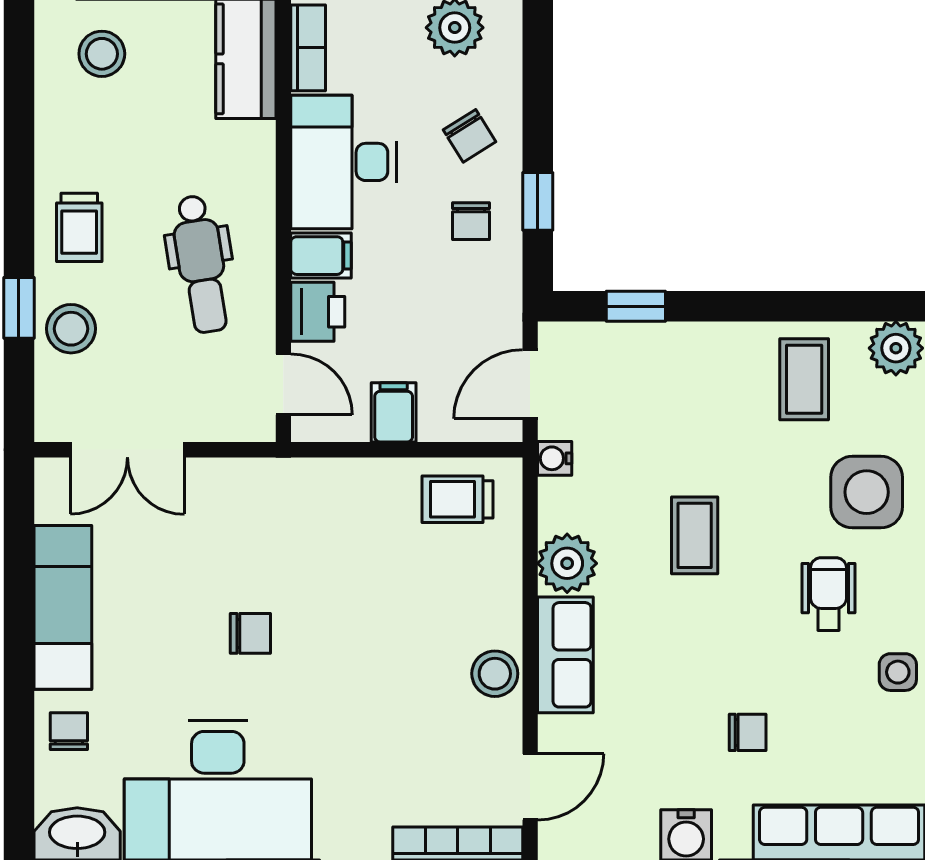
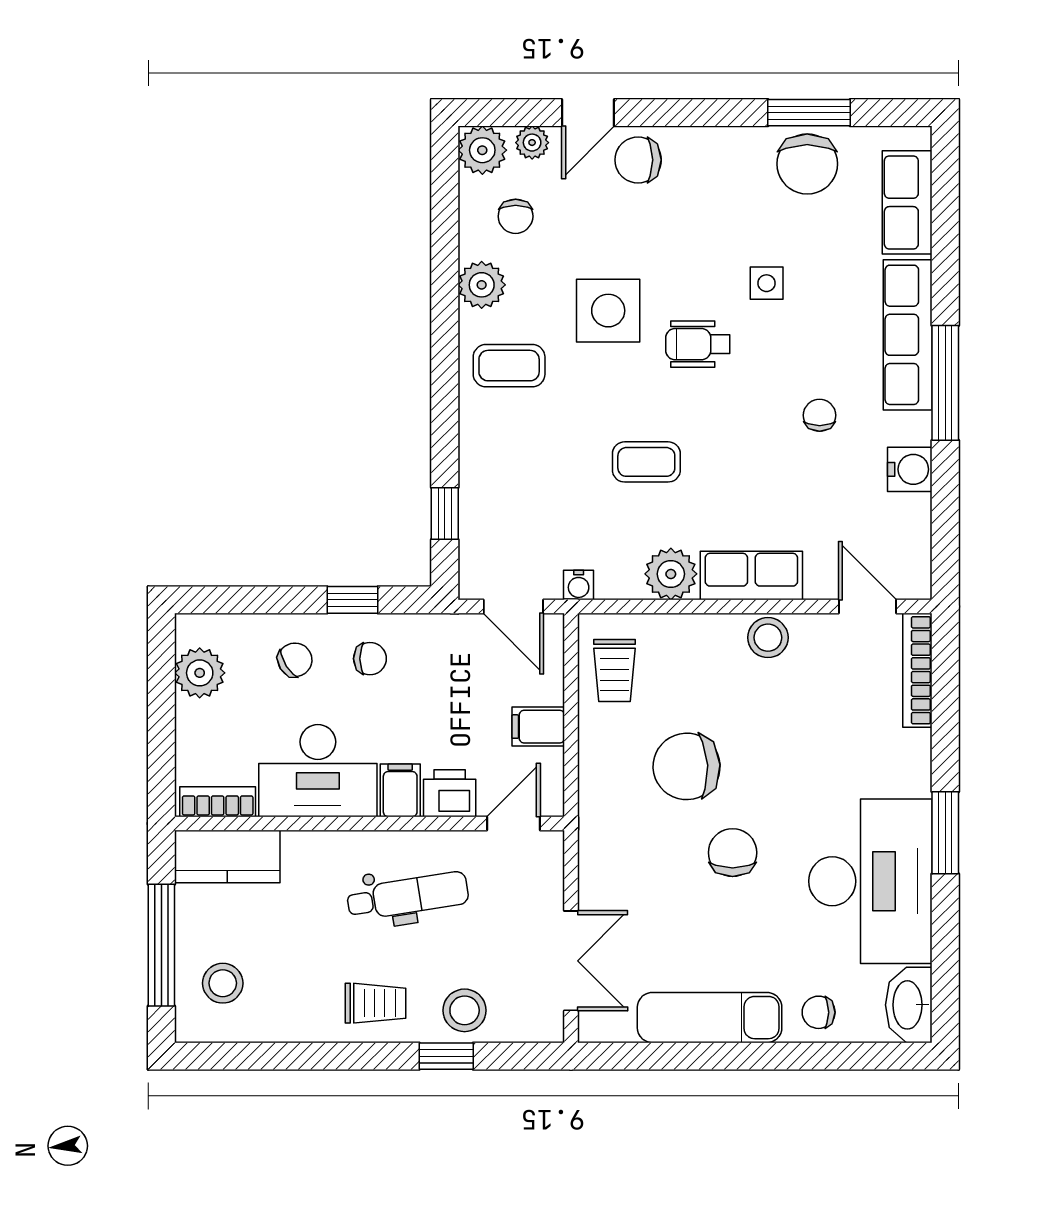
chair: (348, 581) -> (687, 766), added
chair: (250, 633) -> (733, 853), width x1.37, depth x1.37

